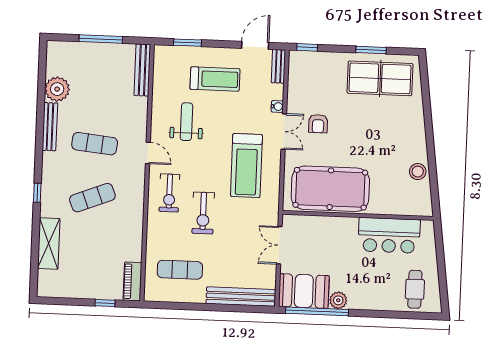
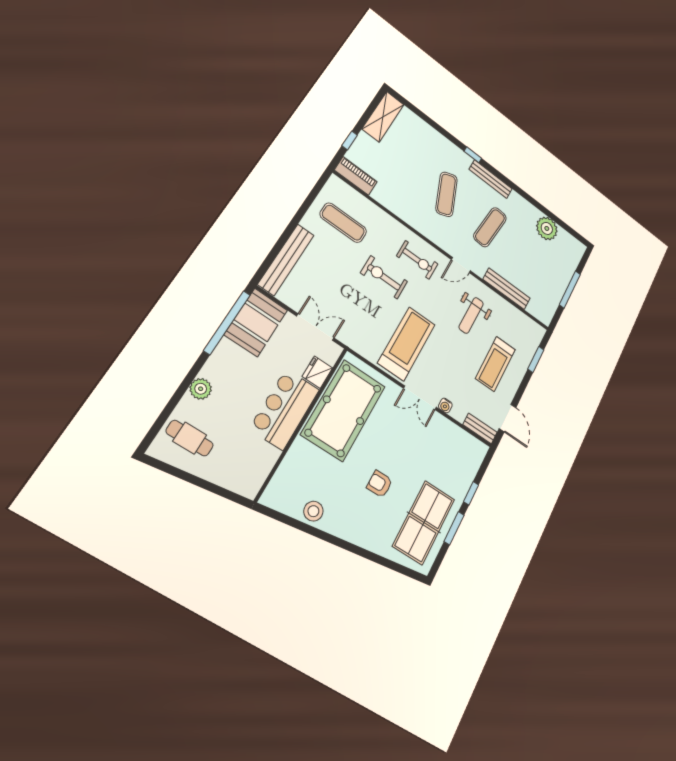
window: (307, 47) -> (471, 493), moved
bench: (142, 70) -> (507, 289), moved
weight bench: (187, 122) -> (471, 315), turned 90
armchair: (318, 124) -> (380, 484), moved
bench: (50, 127) -> (491, 179), moved
treadmill: (246, 166) -> (407, 344), turned 90
exercise bike: (169, 193) -> (417, 260), turned 180
fridge: (313, 225) -> (317, 372), added
bar counter: (389, 235) -> (285, 409), moved
shelving: (49, 244) -> (383, 117), moved, turned 90
exercise mat: (180, 270) -> (343, 223), turned 90
plant: (338, 300) -> (201, 389), moved

